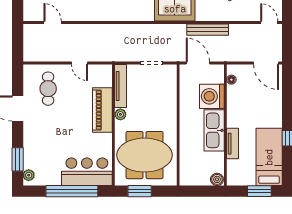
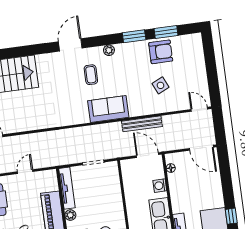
door: (79, 63) -> (25, 172), swing flipped
door: (198, 63) -> (148, 155), moved
washing machine: (212, 96) -> (160, 186), width x0.53, depth x0.53

